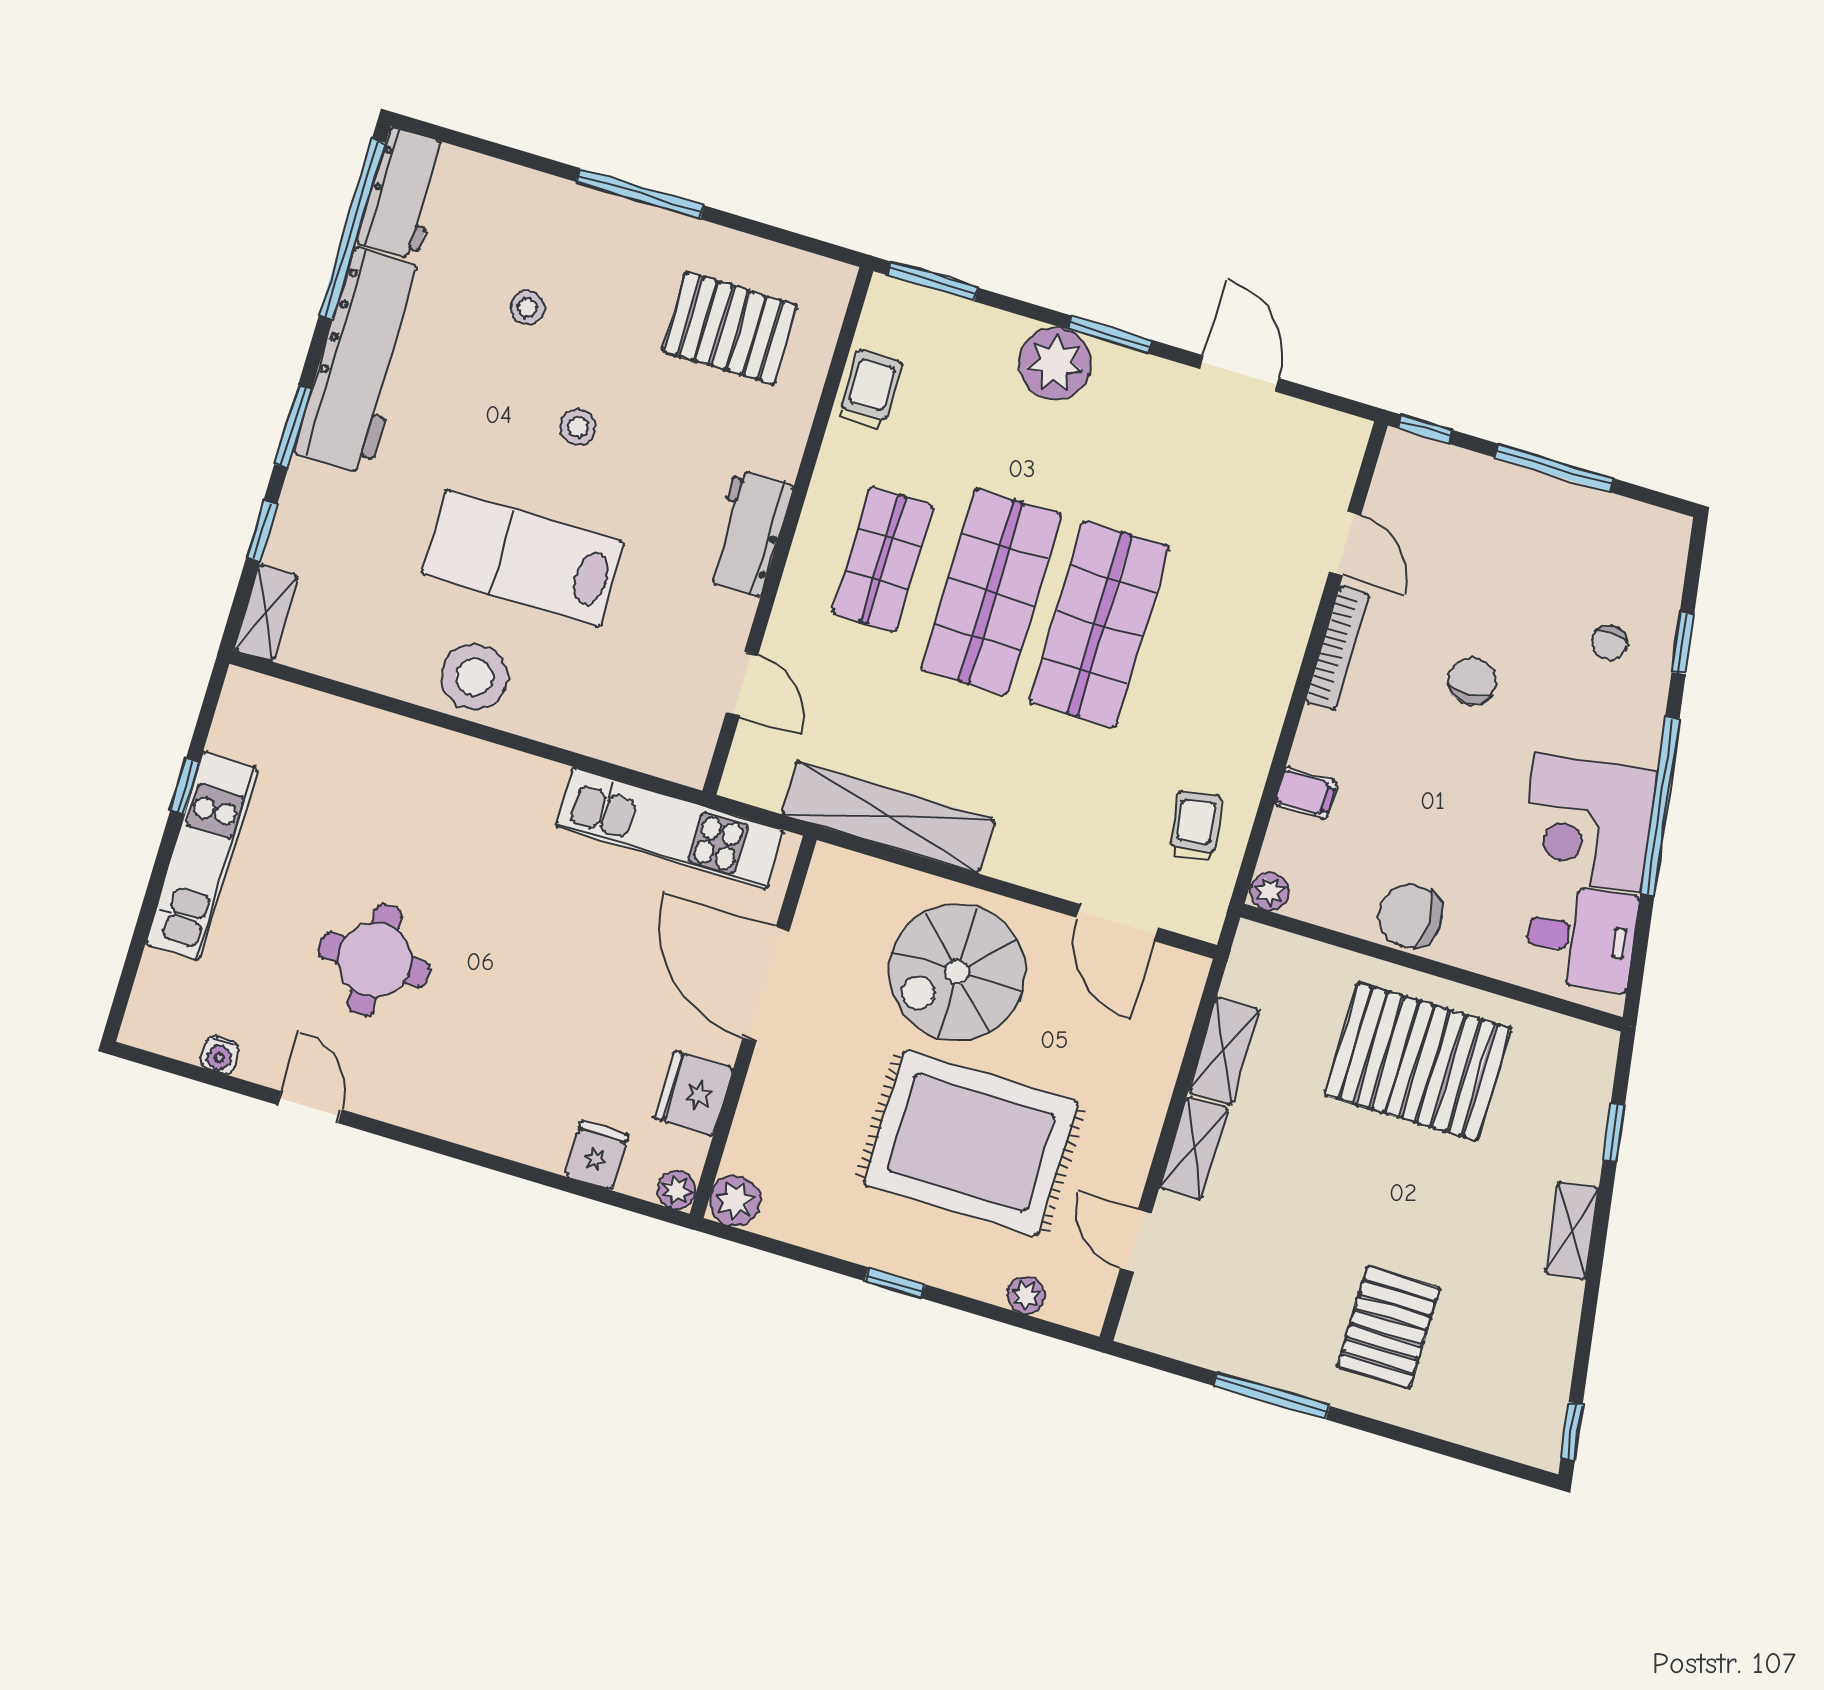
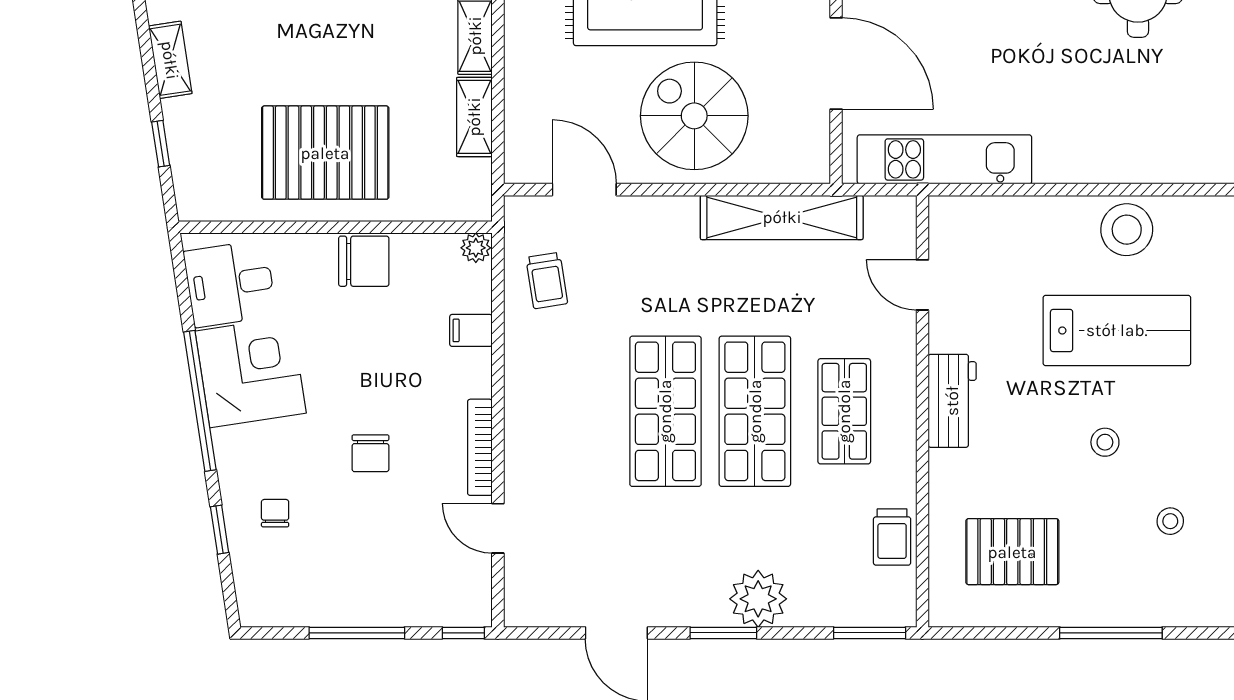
spiral stairs: (957, 972) -> (694, 116), turned -90

